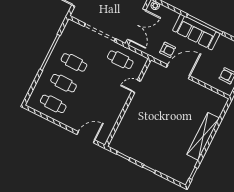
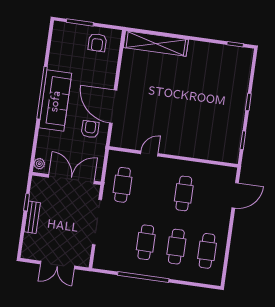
door: (136, 86) -> (149, 154), swing flipped
cafe table: (100, 101) -> (184, 193), added
shelving: (203, 136) -> (156, 44), moved
door: (86, 137) -> (235, 195), swing flipped

